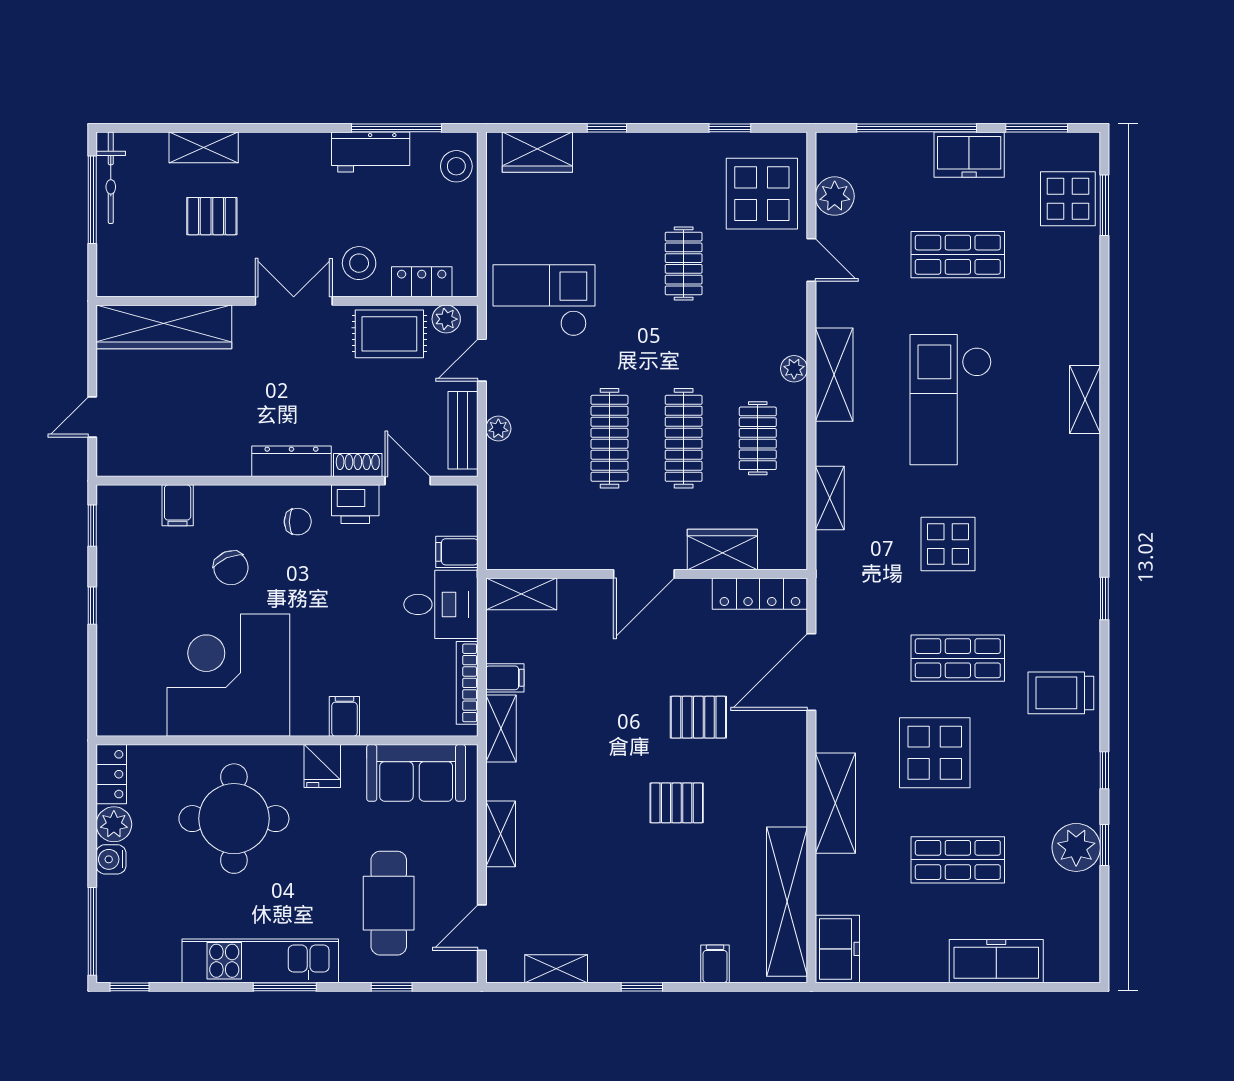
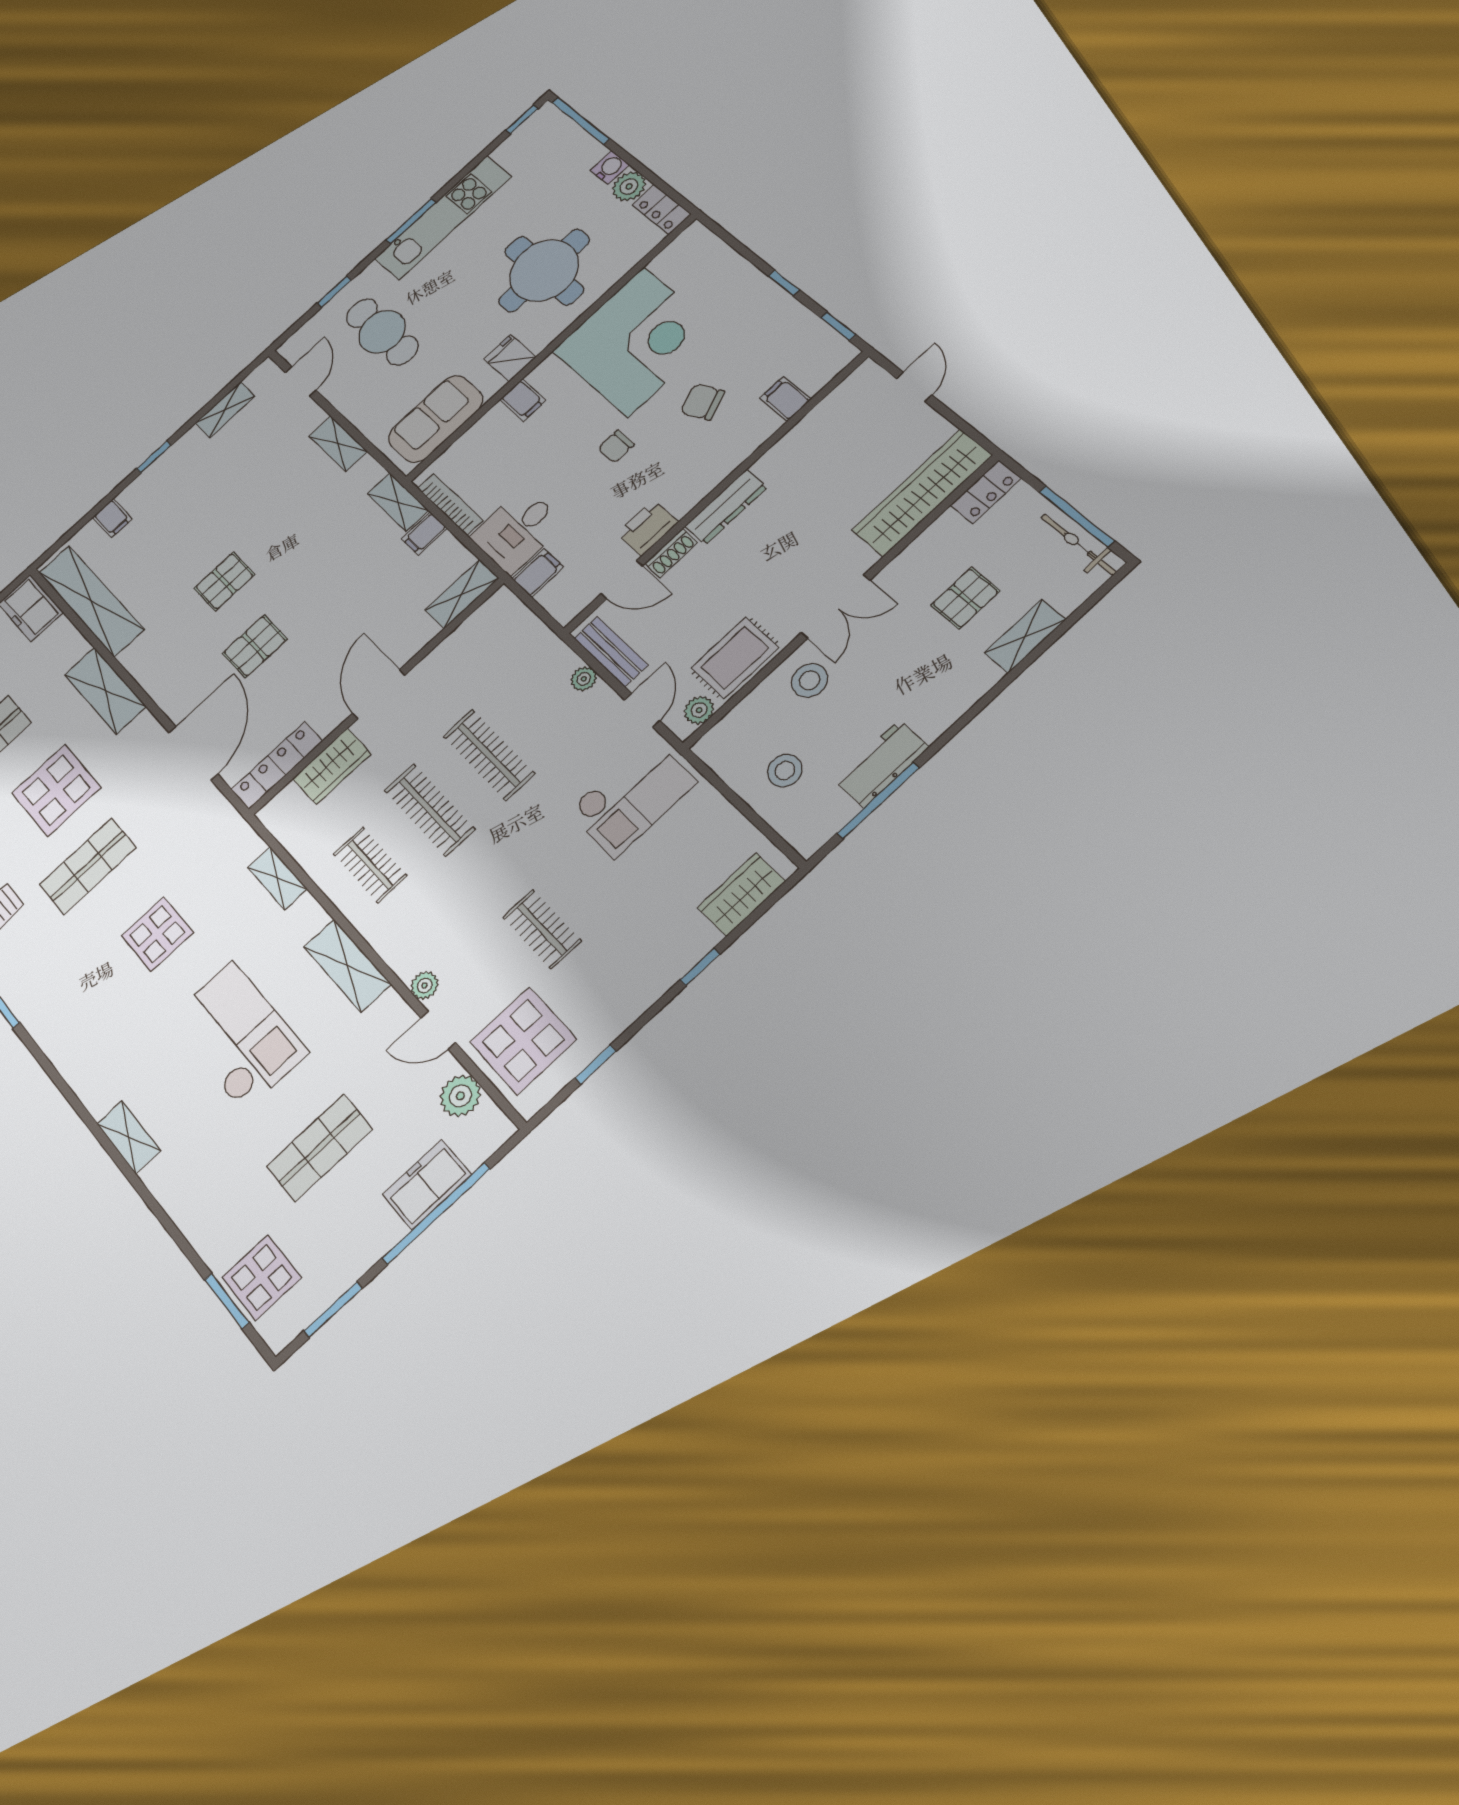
freezer: (969, 155) -> (427, 1184), moved
stool: (456, 166) -> (785, 771), moved
locker: (422, 282) -> (986, 492), moved
plant: (794, 369) -> (425, 985), moved
chair: (298, 522) -> (616, 446), moved

